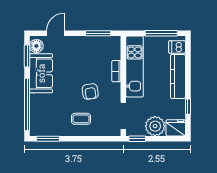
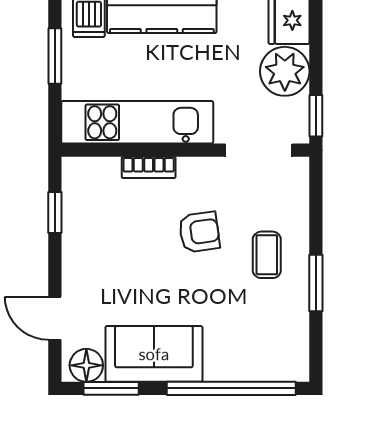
window: (98, 33) -> (55, 213), width x0.67
window: (161, 33) -> (55, 56), width x0.69
window: (48, 139) -> (316, 283), moved

